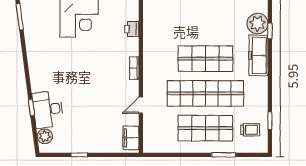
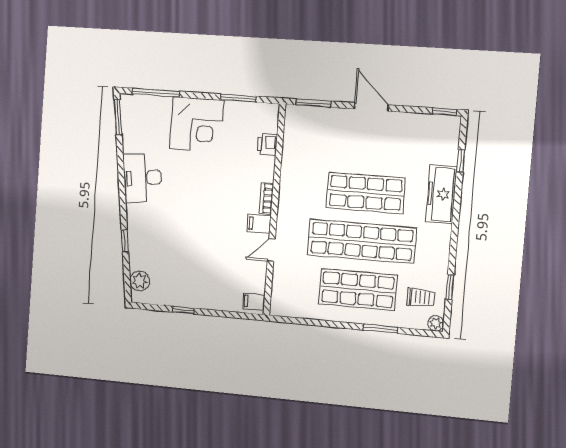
plant: (257, 24) -> (436, 323), moved, width x0.53, depth x0.53
filing cabinet: (130, 87) -> (259, 224), added
desk: (48, 109) -> (143, 178), moved
filing cabinet: (131, 138) -> (254, 302), width x0.50

